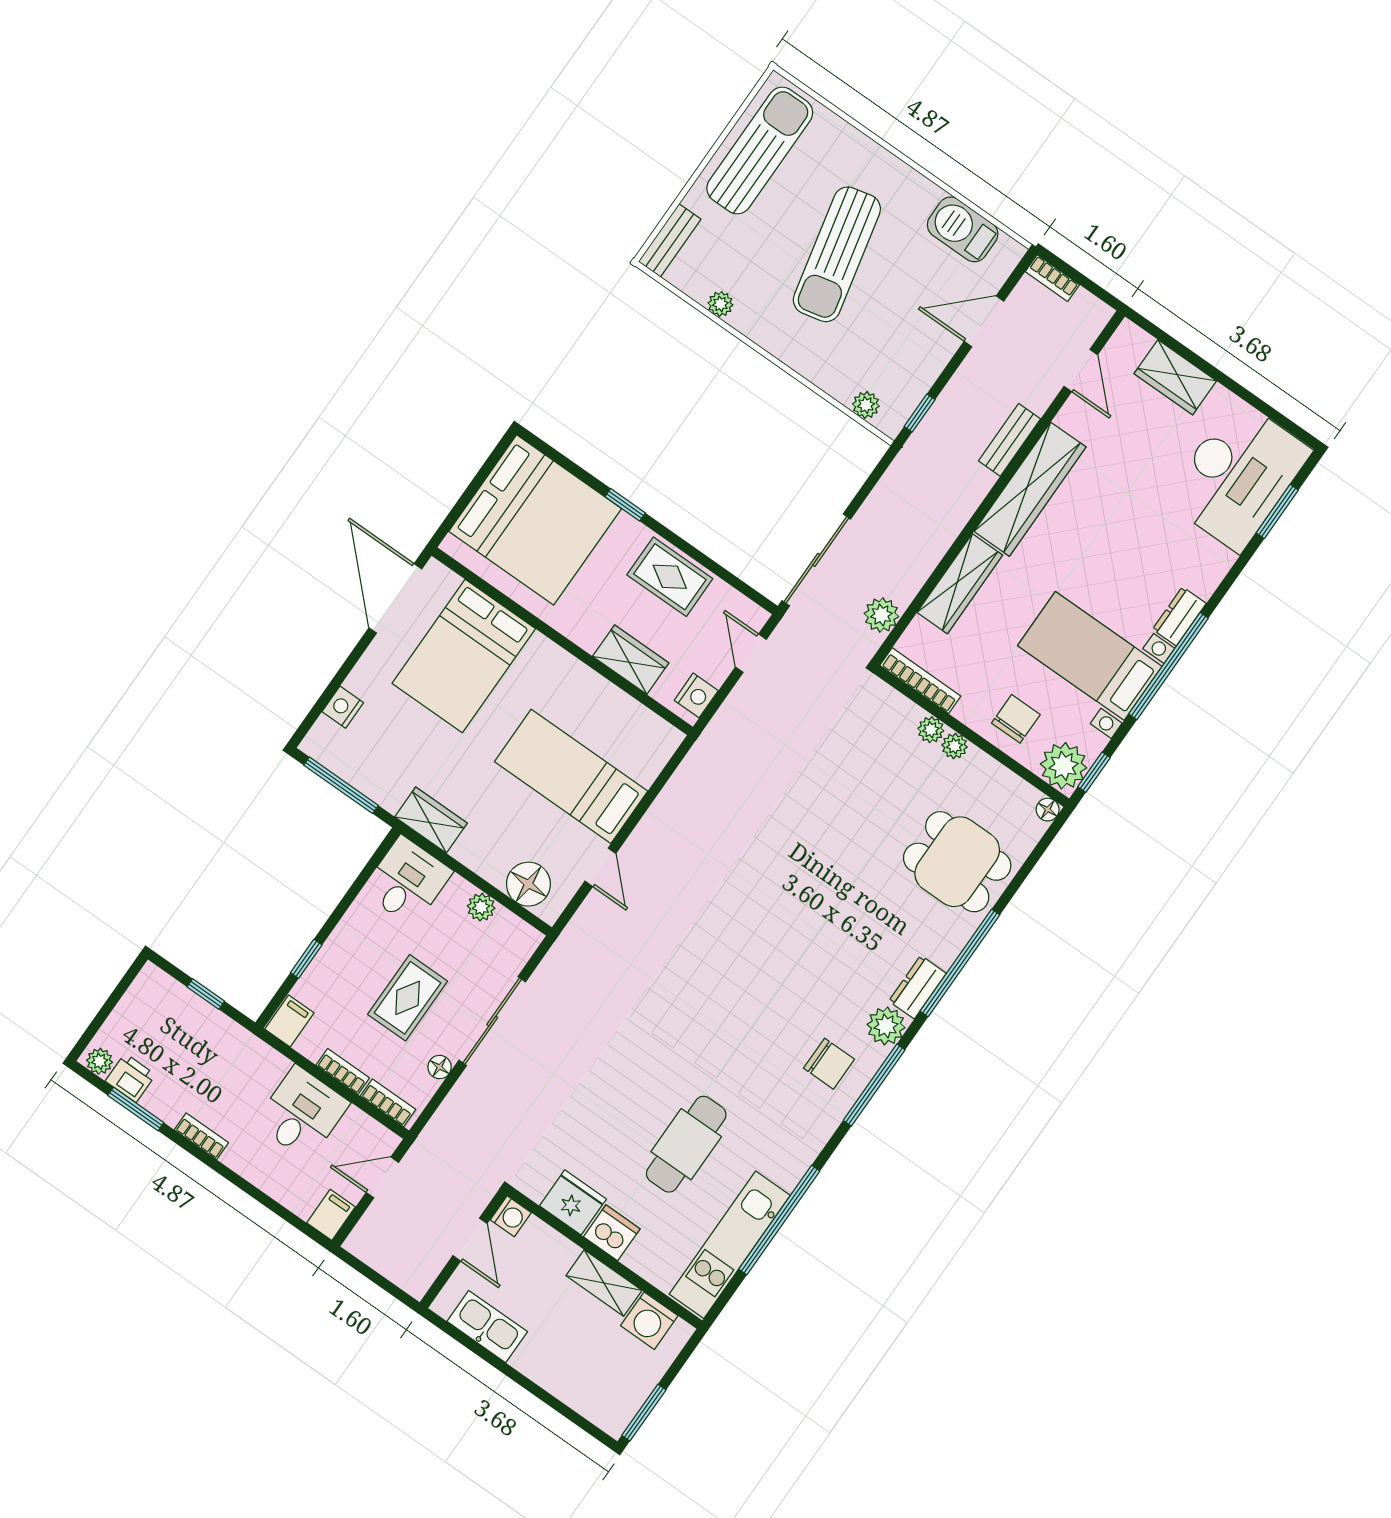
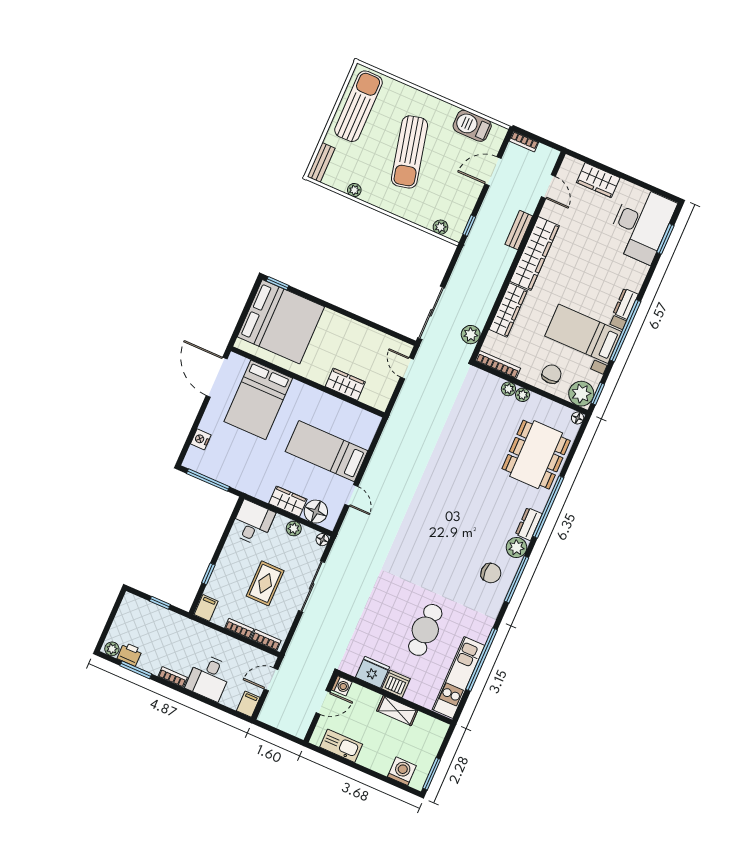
window: (625, 505) -> (278, 283), moved
rug: (670, 577) -> (357, 337), removed
nightstand: (696, 695) -> (383, 396), removed
wardrobe: (431, 820) -> (288, 501), moved
dining table: (957, 862) -> (536, 455), width x1.38
floor lamp: (440, 1067) -> (322, 540), moved
desk: (302, 1113) -> (209, 677), moved, turned 180
door: (470, 1240) -> (323, 702), hinge flipped
washing machine: (649, 1321) -> (402, 771), moved, turned 180

